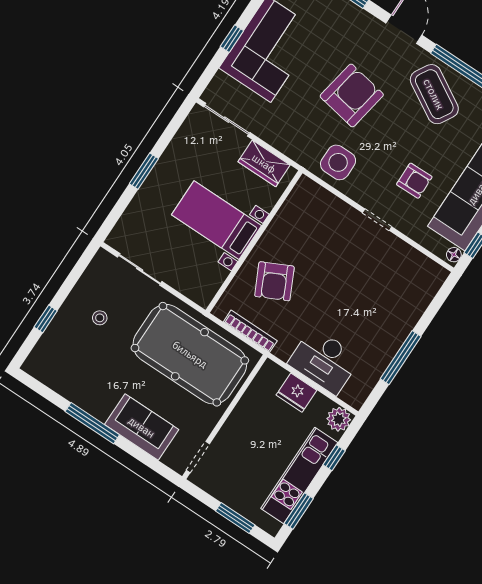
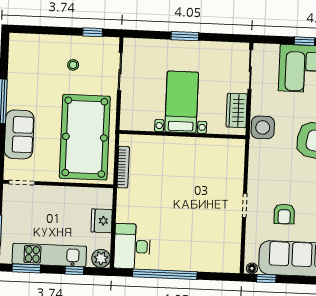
side table: (338, 162) -> (263, 127), moved
armchair: (274, 281) -> (165, 163), removed
window: (46, 319) -> (93, 32), moved
window: (401, 358) -> (165, 274), width x1.46
desk: (324, 361) -> (132, 246), moved

